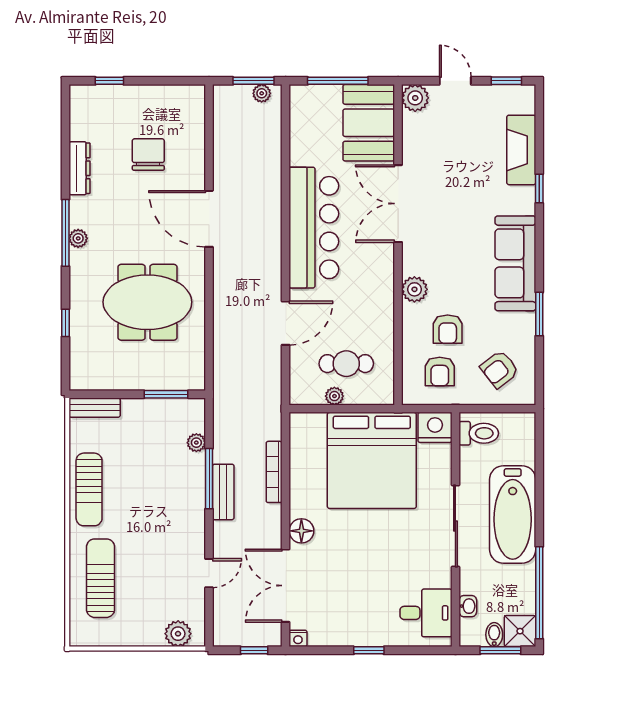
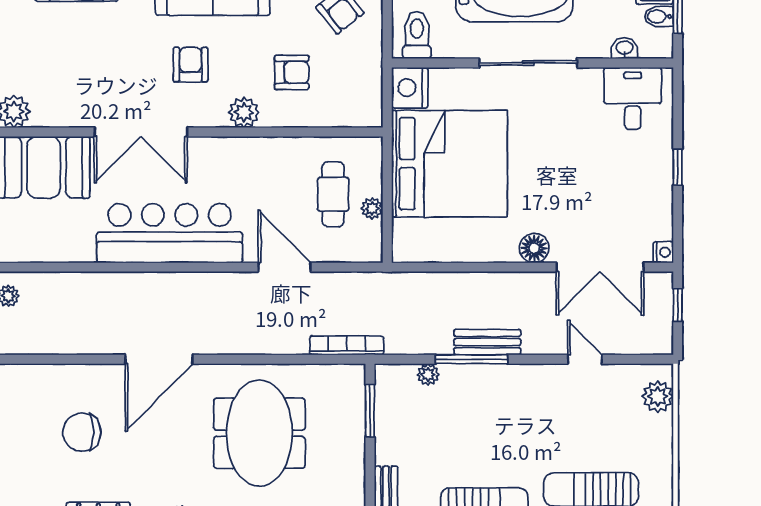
armchair: (440, 372) -> (190, 65), moved, turned -90
bookcase: (274, 472) -> (347, 345), moved, turned 180

